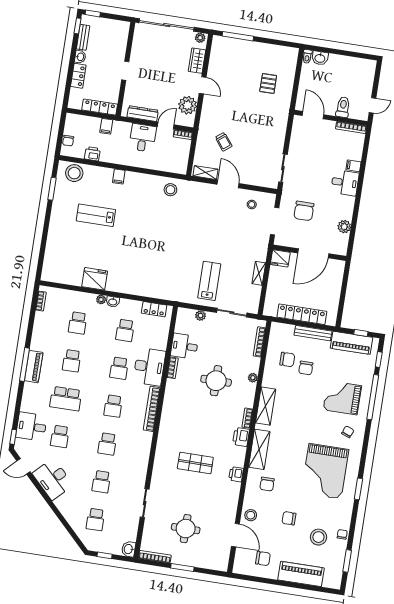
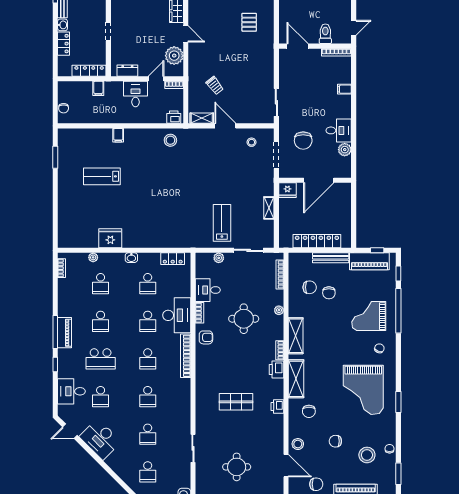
dresser: (143, 114) -> (127, 71), width x0.70
printer: (92, 154) -> (174, 117), moved
stool: (74, 173) -> (74, 139), removed
desk: (345, 183) -> (339, 130), moved
plant: (101, 300) -> (93, 257), moved
armchair: (175, 394) -> (206, 337), added
window: (13, 437) -> (55, 365), moved

